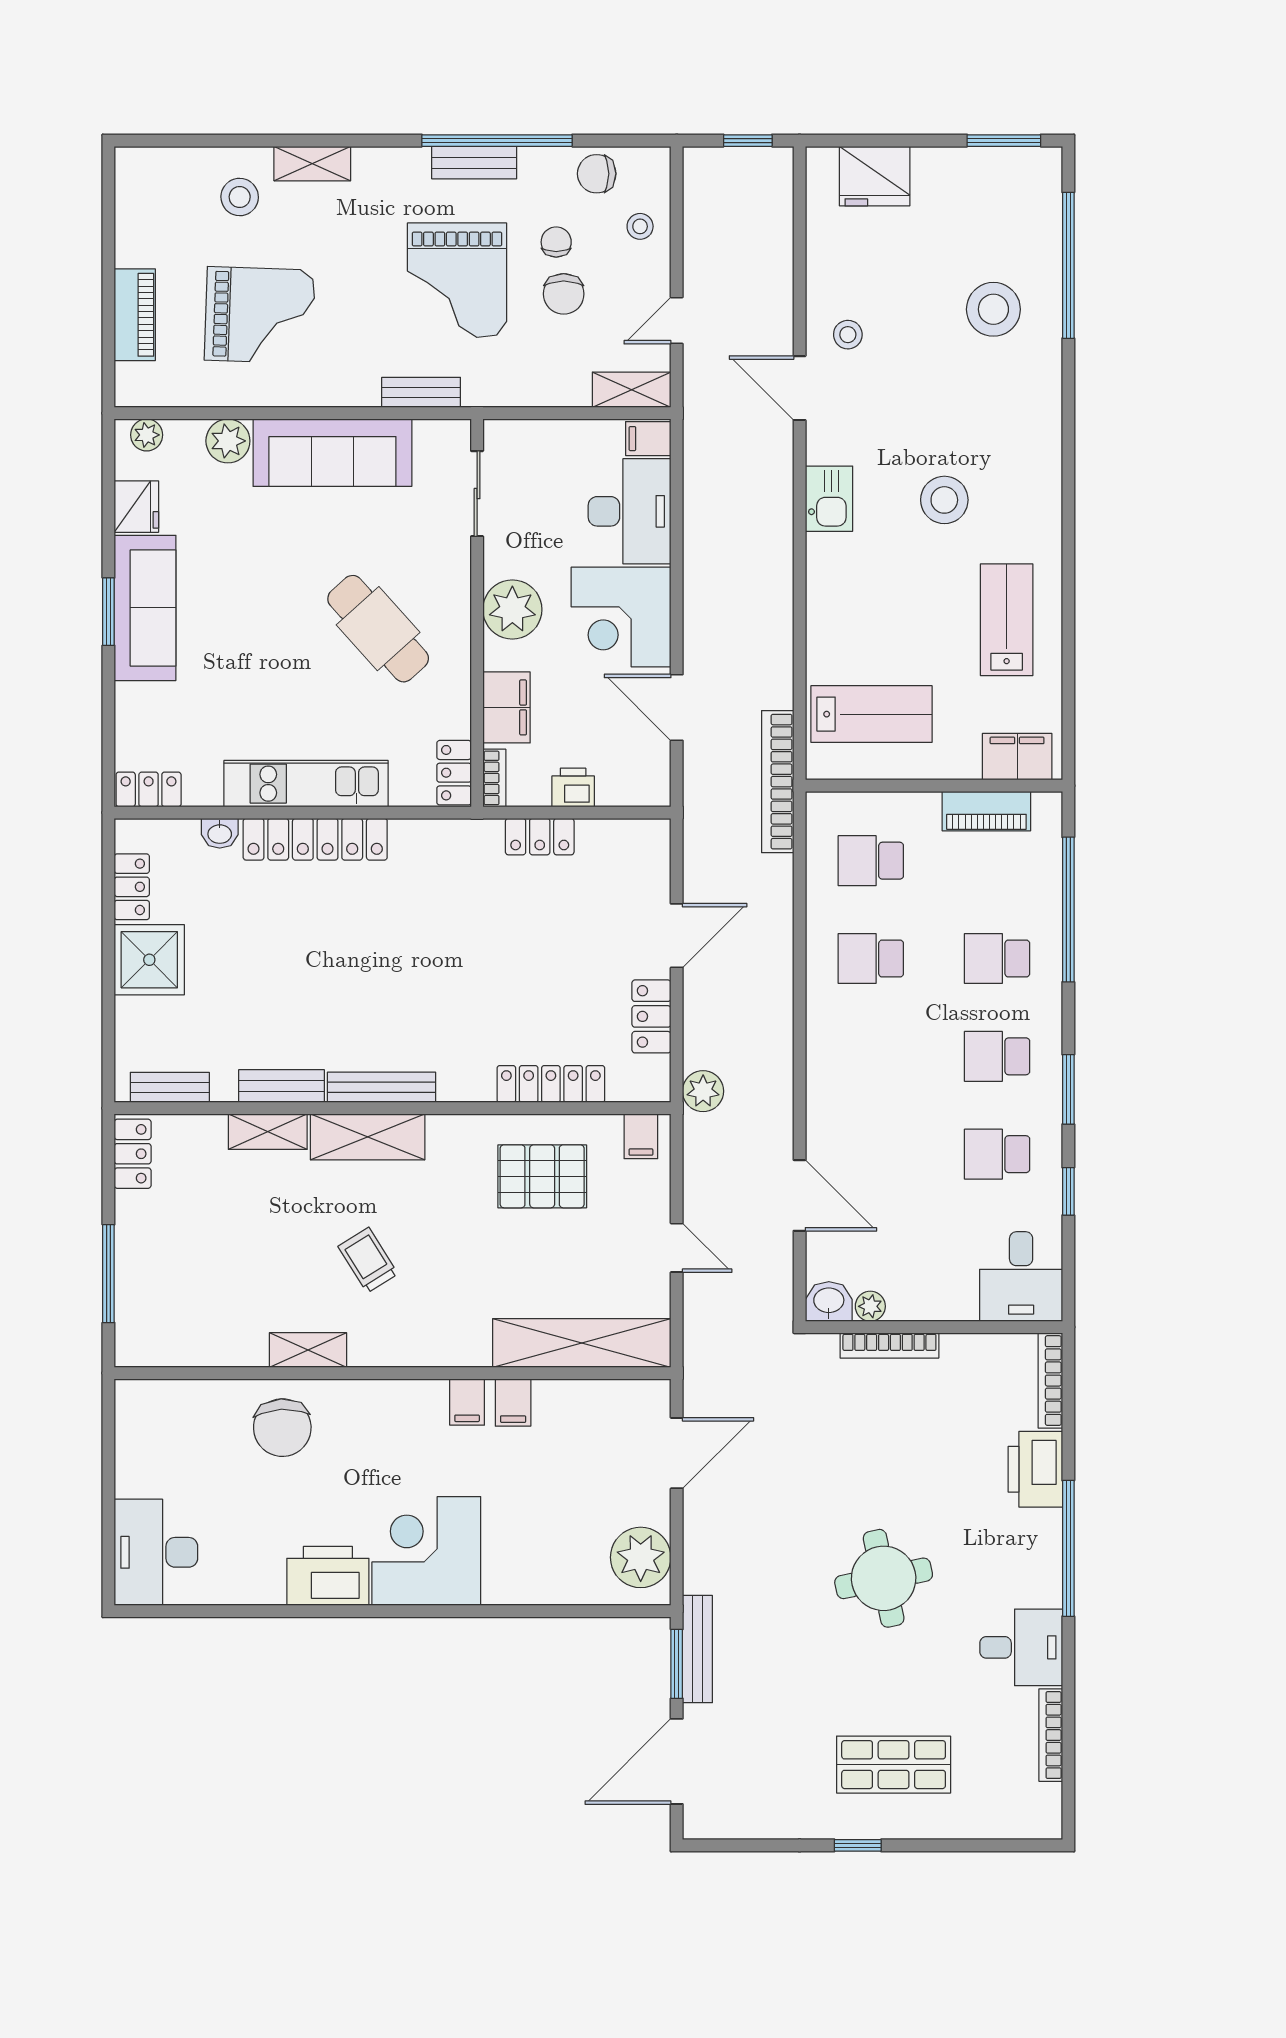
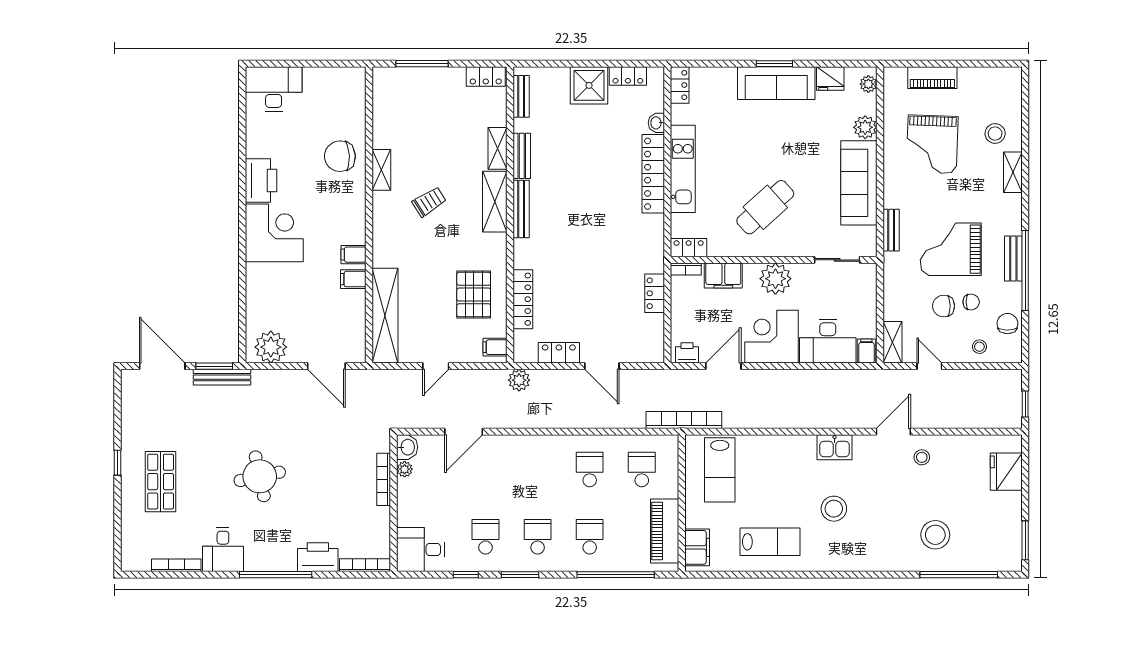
printer: (573, 787) -> (687, 353), moved, turned -90
piano: (986, 811) -> (665, 531), width x1.37, depth x1.33

